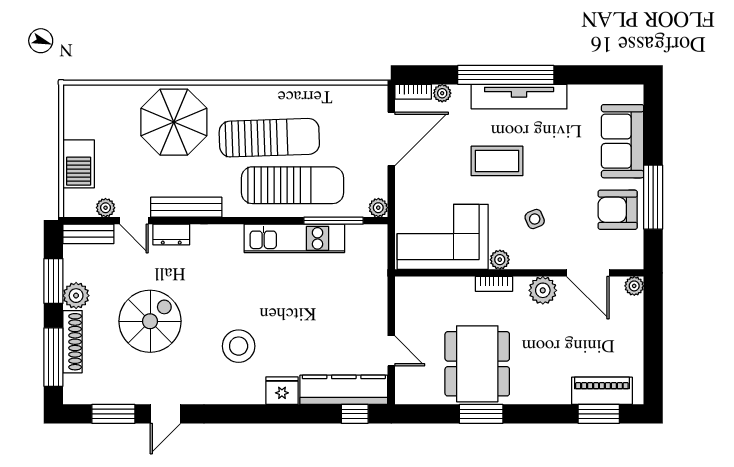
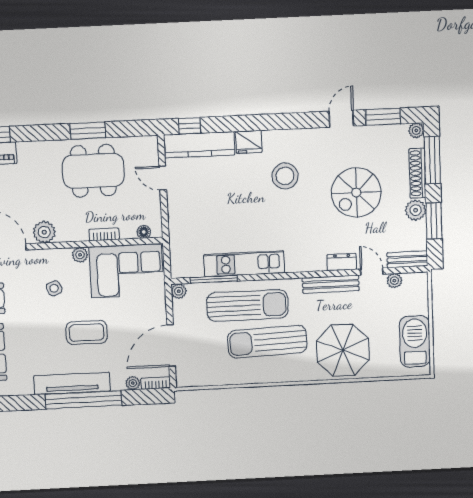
barbecue: (79, 164) -> (415, 341), moved, width x1.37, depth x1.21
sun lounger: (292, 185) -> (247, 306), turned 180
bookcase: (494, 284) -> (104, 234), moved
floor lamp: (418, 285) -> (144, 232), added
dining table: (477, 364) -> (93, 171), turned 90
plant: (72, 395) -> (416, 130), added

